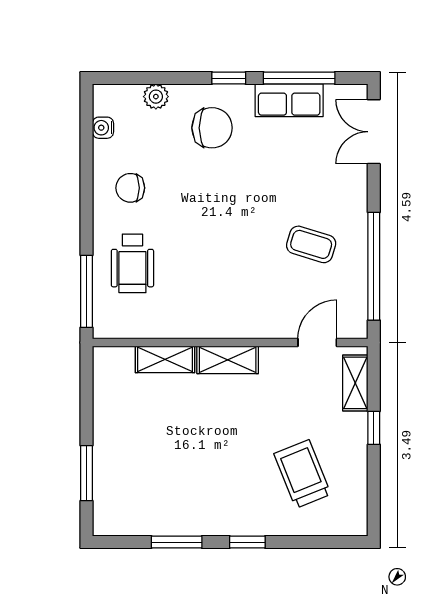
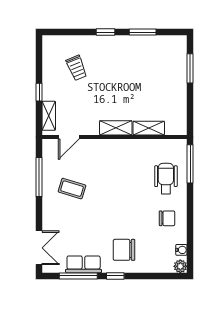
plant: (156, 97) -> (180, 266), moved
window: (374, 266) -> (39, 177), width x0.68
trolley: (302, 474) -> (77, 68), width x0.73, depth x0.72

